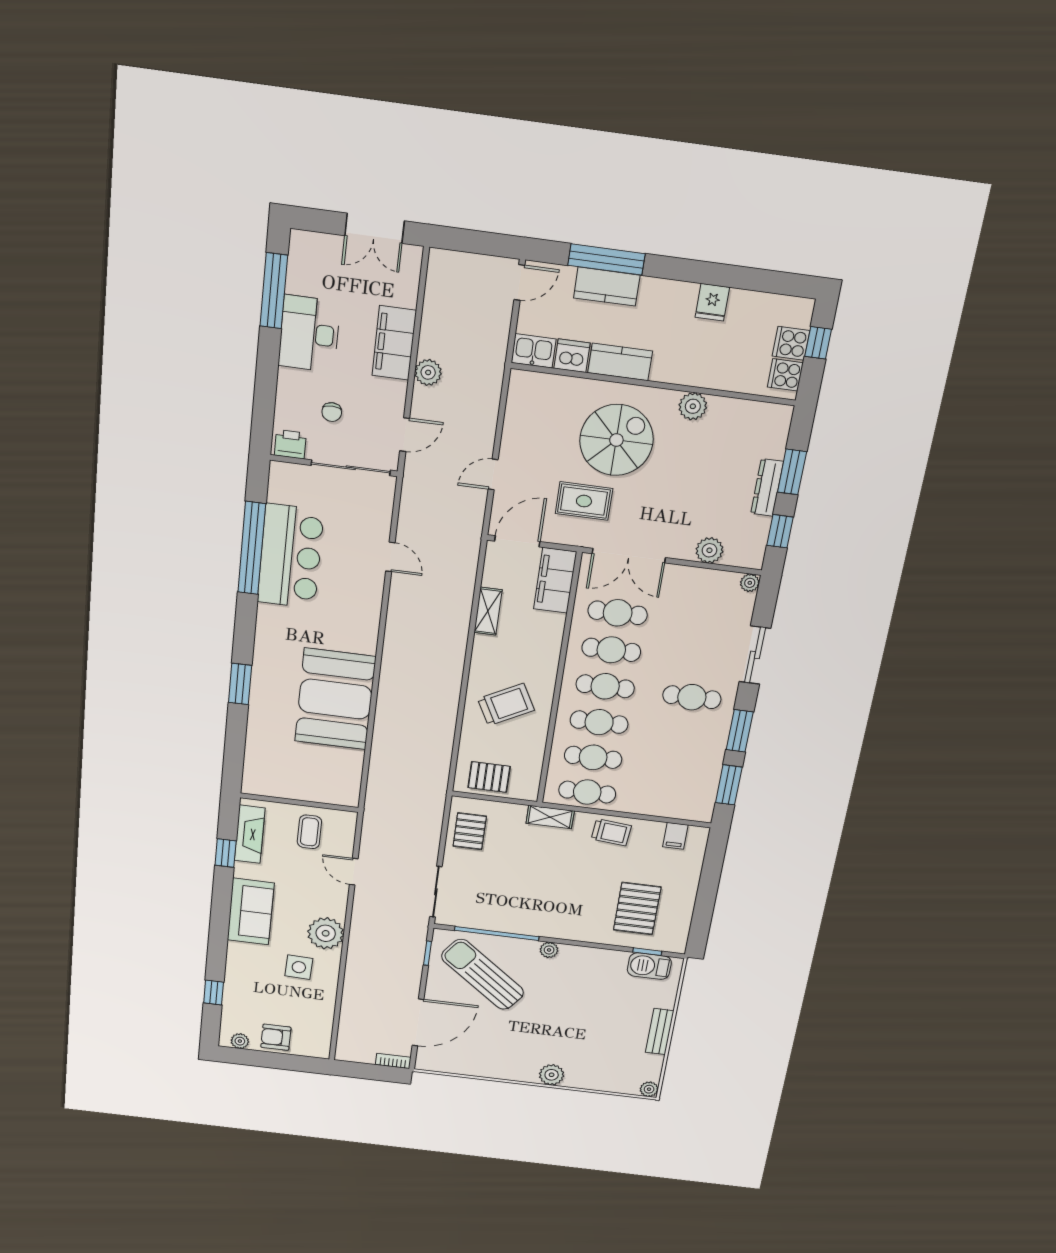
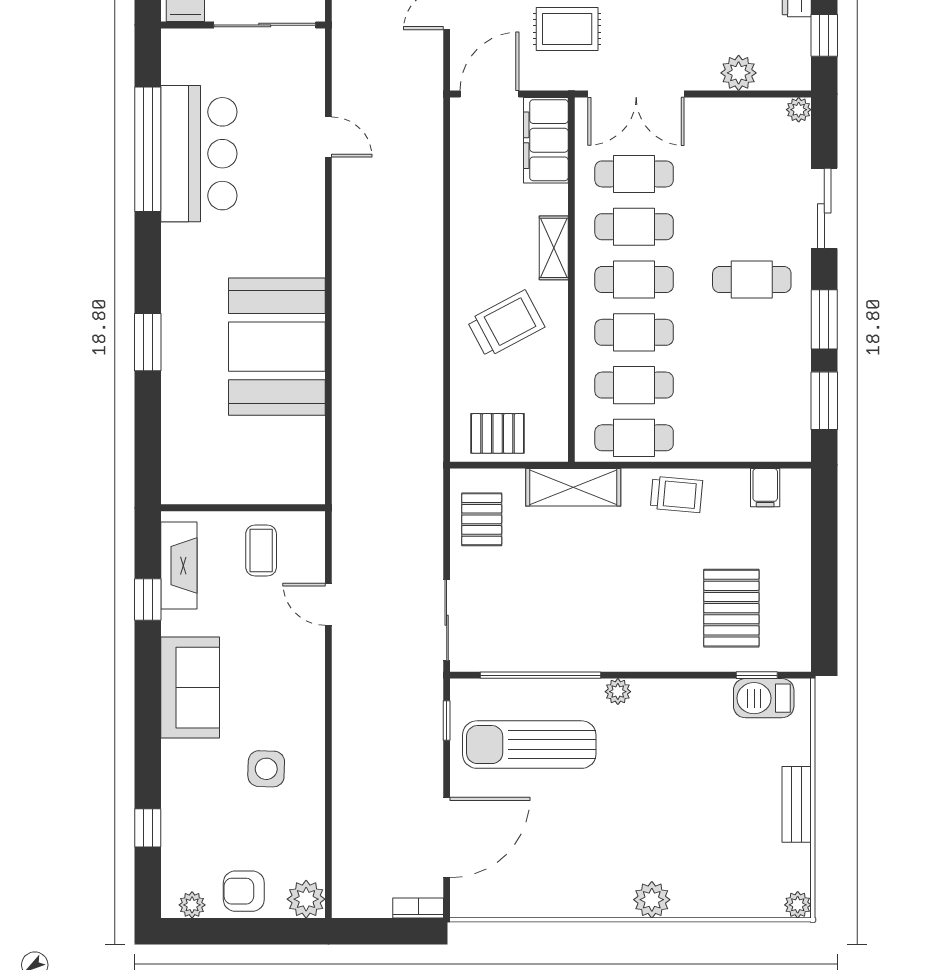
shelving: (488, 611) -> (554, 248), moved
shelving: (550, 817) -> (573, 487), width x1.50, depth x1.33
plant: (326, 933) -> (306, 899), moved, width x0.73, depth x0.73
sun lounger: (483, 974) -> (529, 745), turned -37

